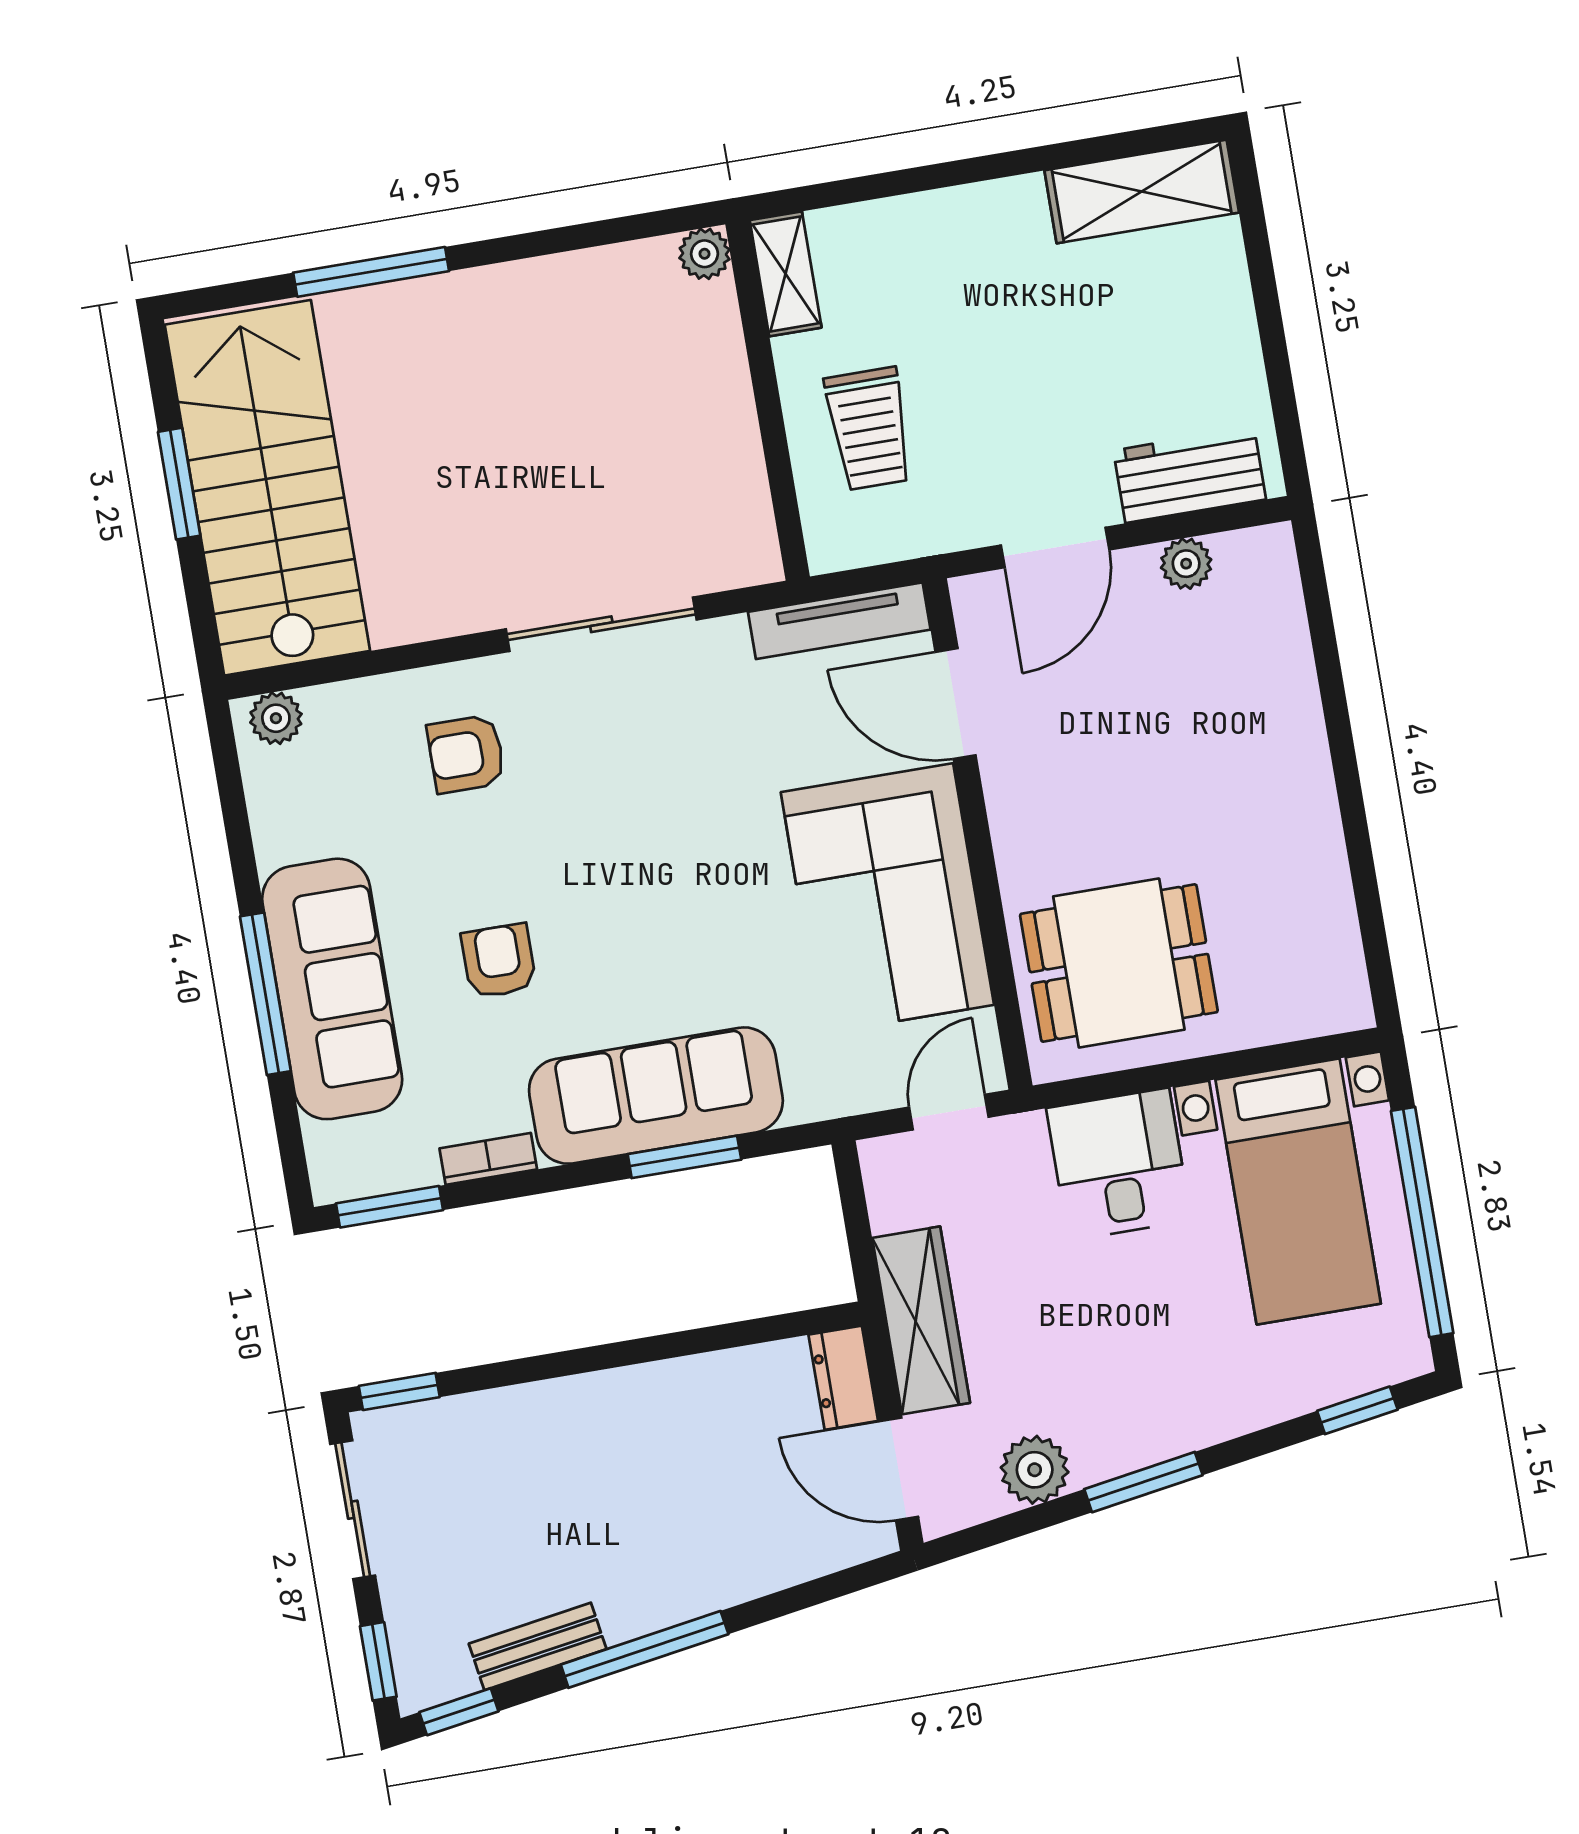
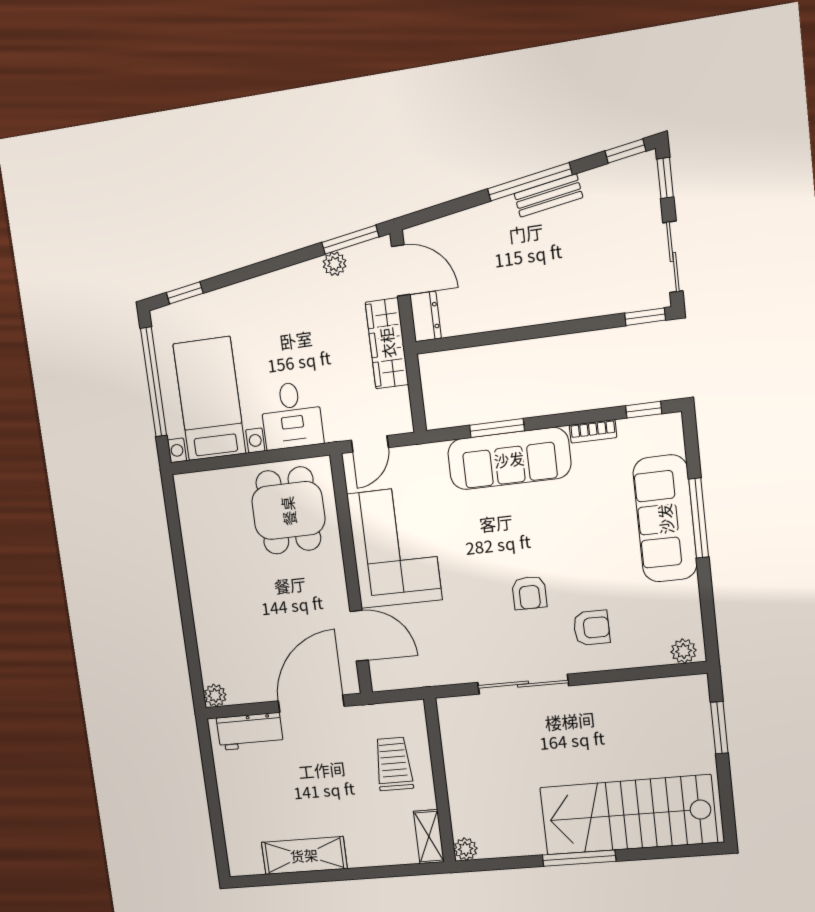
shelving: (1142, 191) -> (304, 855), moved
window: (371, 272) -> (579, 858), moved
window: (179, 484) -> (719, 728), moved
stairs: (267, 488) -> (628, 815), moved, turned 90
door: (1055, 548) -> (311, 704), width x1.36
plant: (1186, 564) -> (215, 695), moved
tv unit: (839, 621) -> (411, 678), removed
armchair: (499, 961) -> (529, 593), moved
dining table: (1119, 963) -> (288, 511), turned 90
window: (389, 1207) -> (644, 410), width x0.67
plant: (1035, 1470) -> (335, 264), width x0.73, depth x0.73
window: (1143, 1482) -> (350, 240), moved
bench: (538, 1646) -> (548, 196), moved

